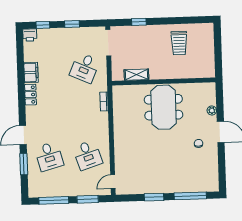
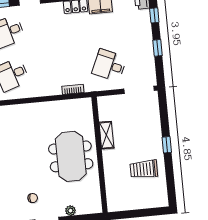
window: (139, 22) -> (167, 145), moved
shelving: (136, 75) -> (106, 135), moved
meeting table: (164, 107) -> (71, 156), turned 90

